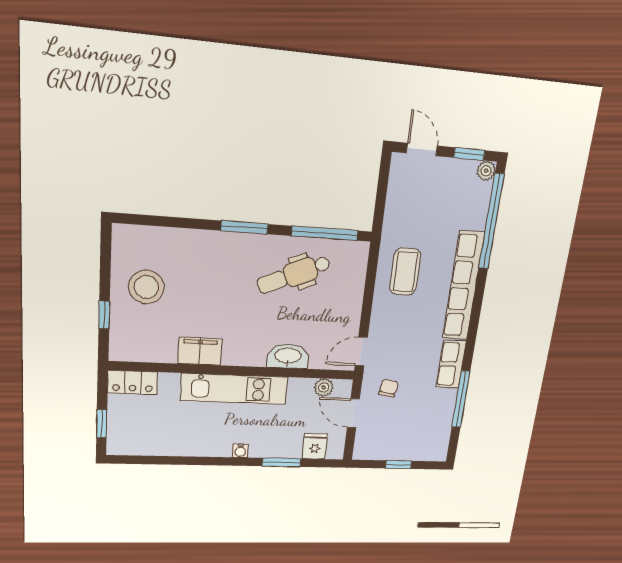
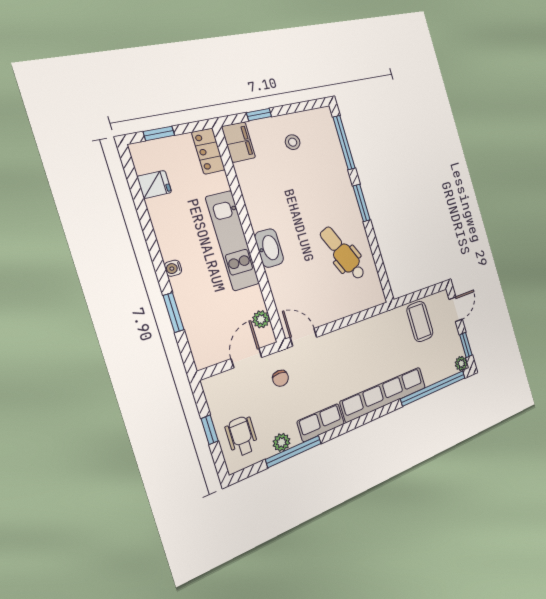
window: (325, 233) -> (344, 143), moved
coffee table: (405, 272) -> (420, 321), moved, turned 90
stool: (146, 287) -> (293, 142), width x0.53, depth x0.53
filing cabinet: (200, 351) -> (239, 142), moved
washbasin: (288, 356) -> (269, 248), moved
chair: (389, 388) -> (281, 378), turned 81
plant: (446, 407) -> (282, 442), added
wheelchair: (420, 440) -> (242, 436), added
fridge: (315, 446) -> (154, 184), moved

